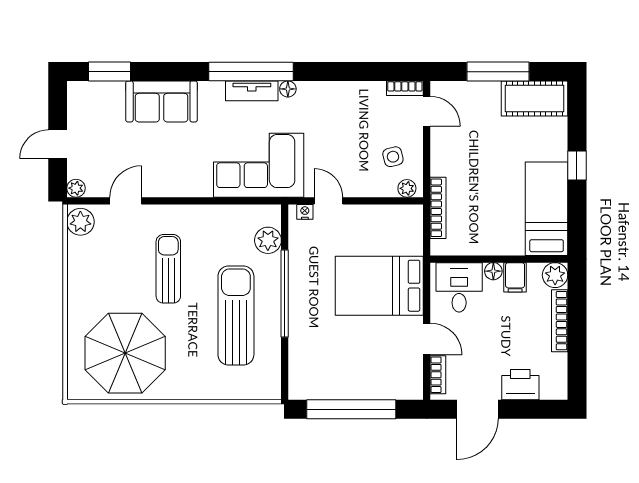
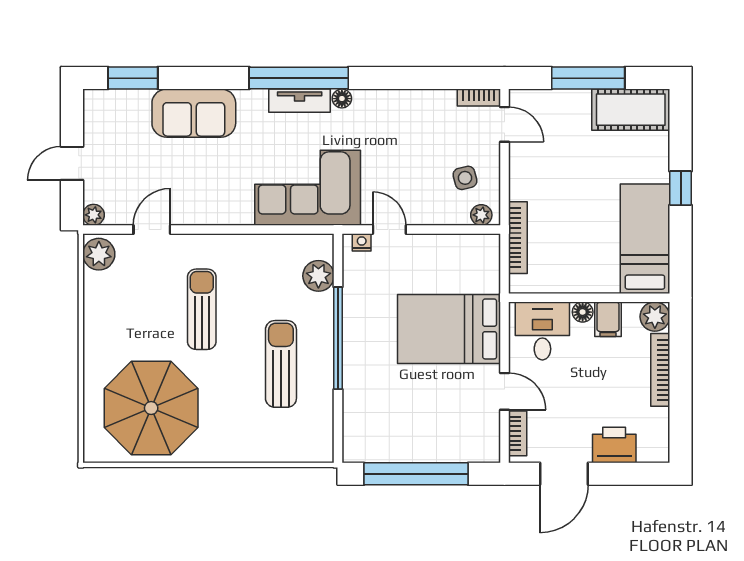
sun lounger: (236, 316) -> (281, 364), width x0.73, depth x0.75

